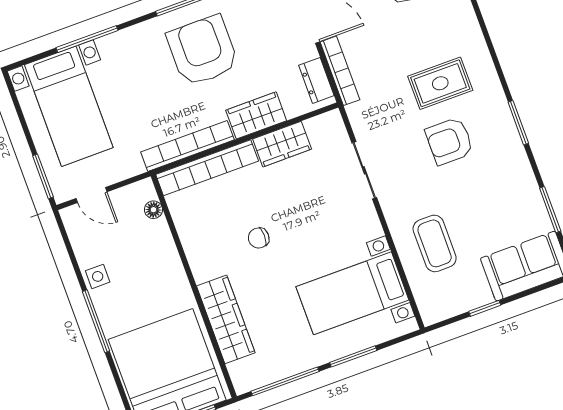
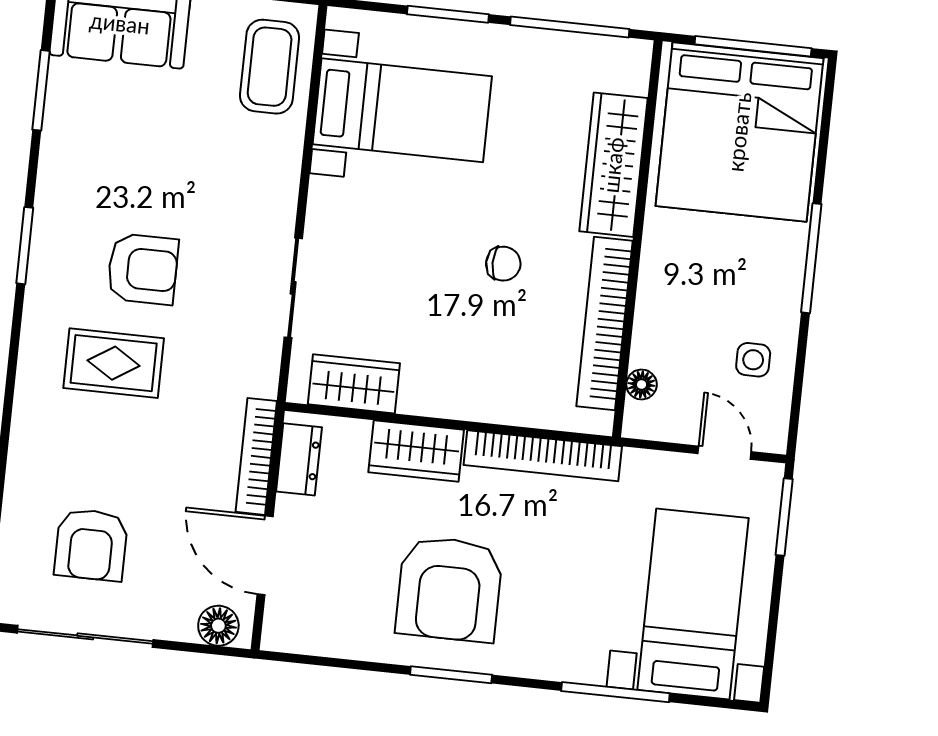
wardrobe: (282, 144) -> (354, 384), moved
bookcase: (207, 168) -> (605, 323), moved, turned -90
coffee table: (435, 243) -> (270, 67), moved
side table: (98, 276) -> (753, 360), moved

